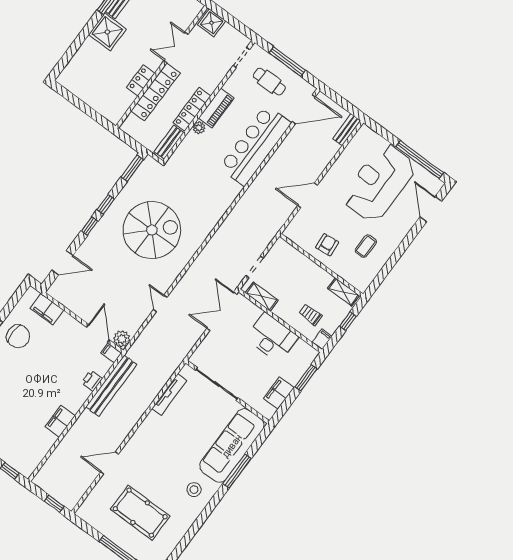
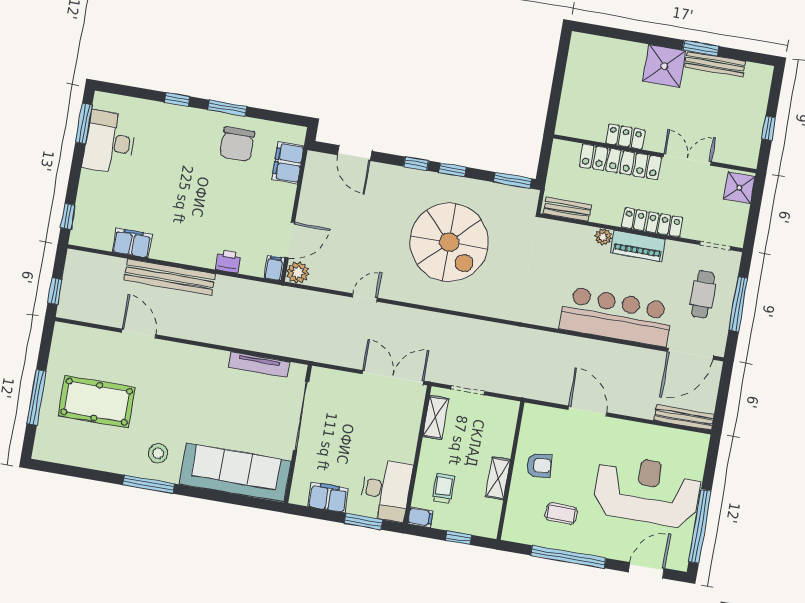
locker: (192, 109) -> (652, 222), moved
door: (304, 109) -> (690, 354), hinge flipped
bench: (347, 130) -> (684, 417), width x1.36
window: (396, 256) -> (568, 557), added
shelving: (344, 292) -> (498, 478), moved
desk: (272, 338) -> (386, 490), moved
bench: (111, 386) -> (170, 277), moved
filing cabinet: (60, 421) -> (132, 243), moved
window: (237, 471) -> (149, 484), moved
pool table: (140, 513) -> (97, 402), turned 90

